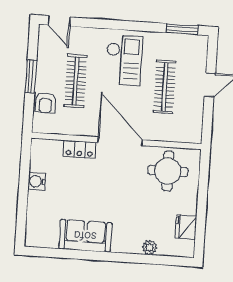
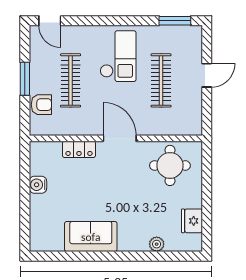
armchair: (45, 103) -> (41, 105), turned -90
door: (120, 141) -> (120, 138), width x0.73

